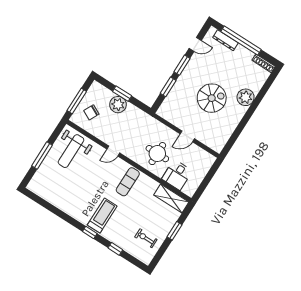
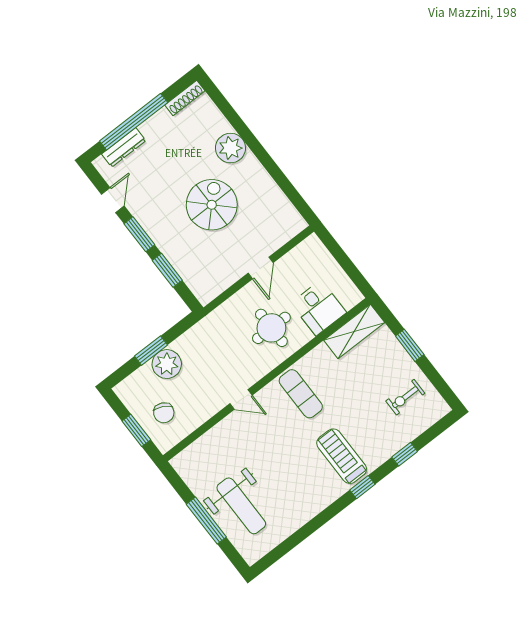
window: (77, 101) -> (136, 430), width x0.69
weight bench: (71, 151) -> (241, 506), moved
door: (113, 151) -> (241, 399), hinge flipped

